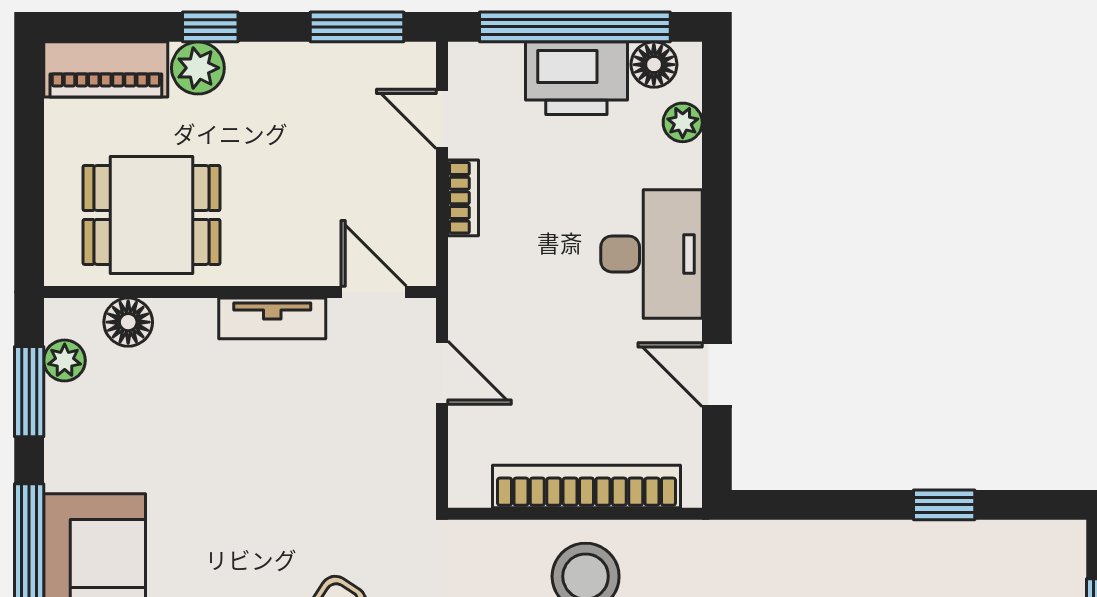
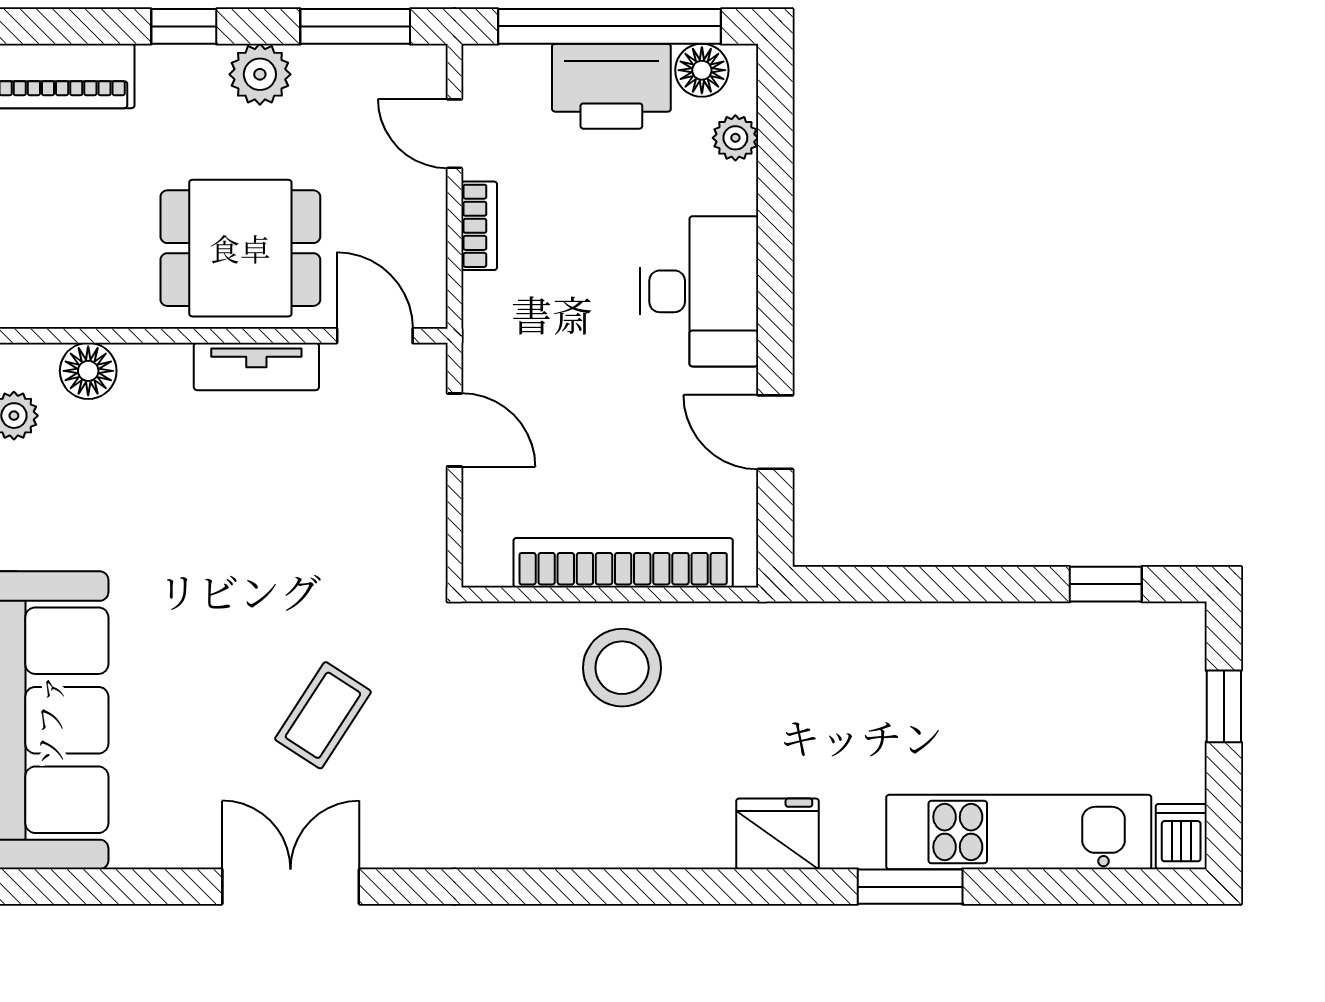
plant: (198, 68) -> (260, 74), moved
dining table: (152, 215) -> (240, 248), moved
window: (944, 505) -> (1106, 584), moved

